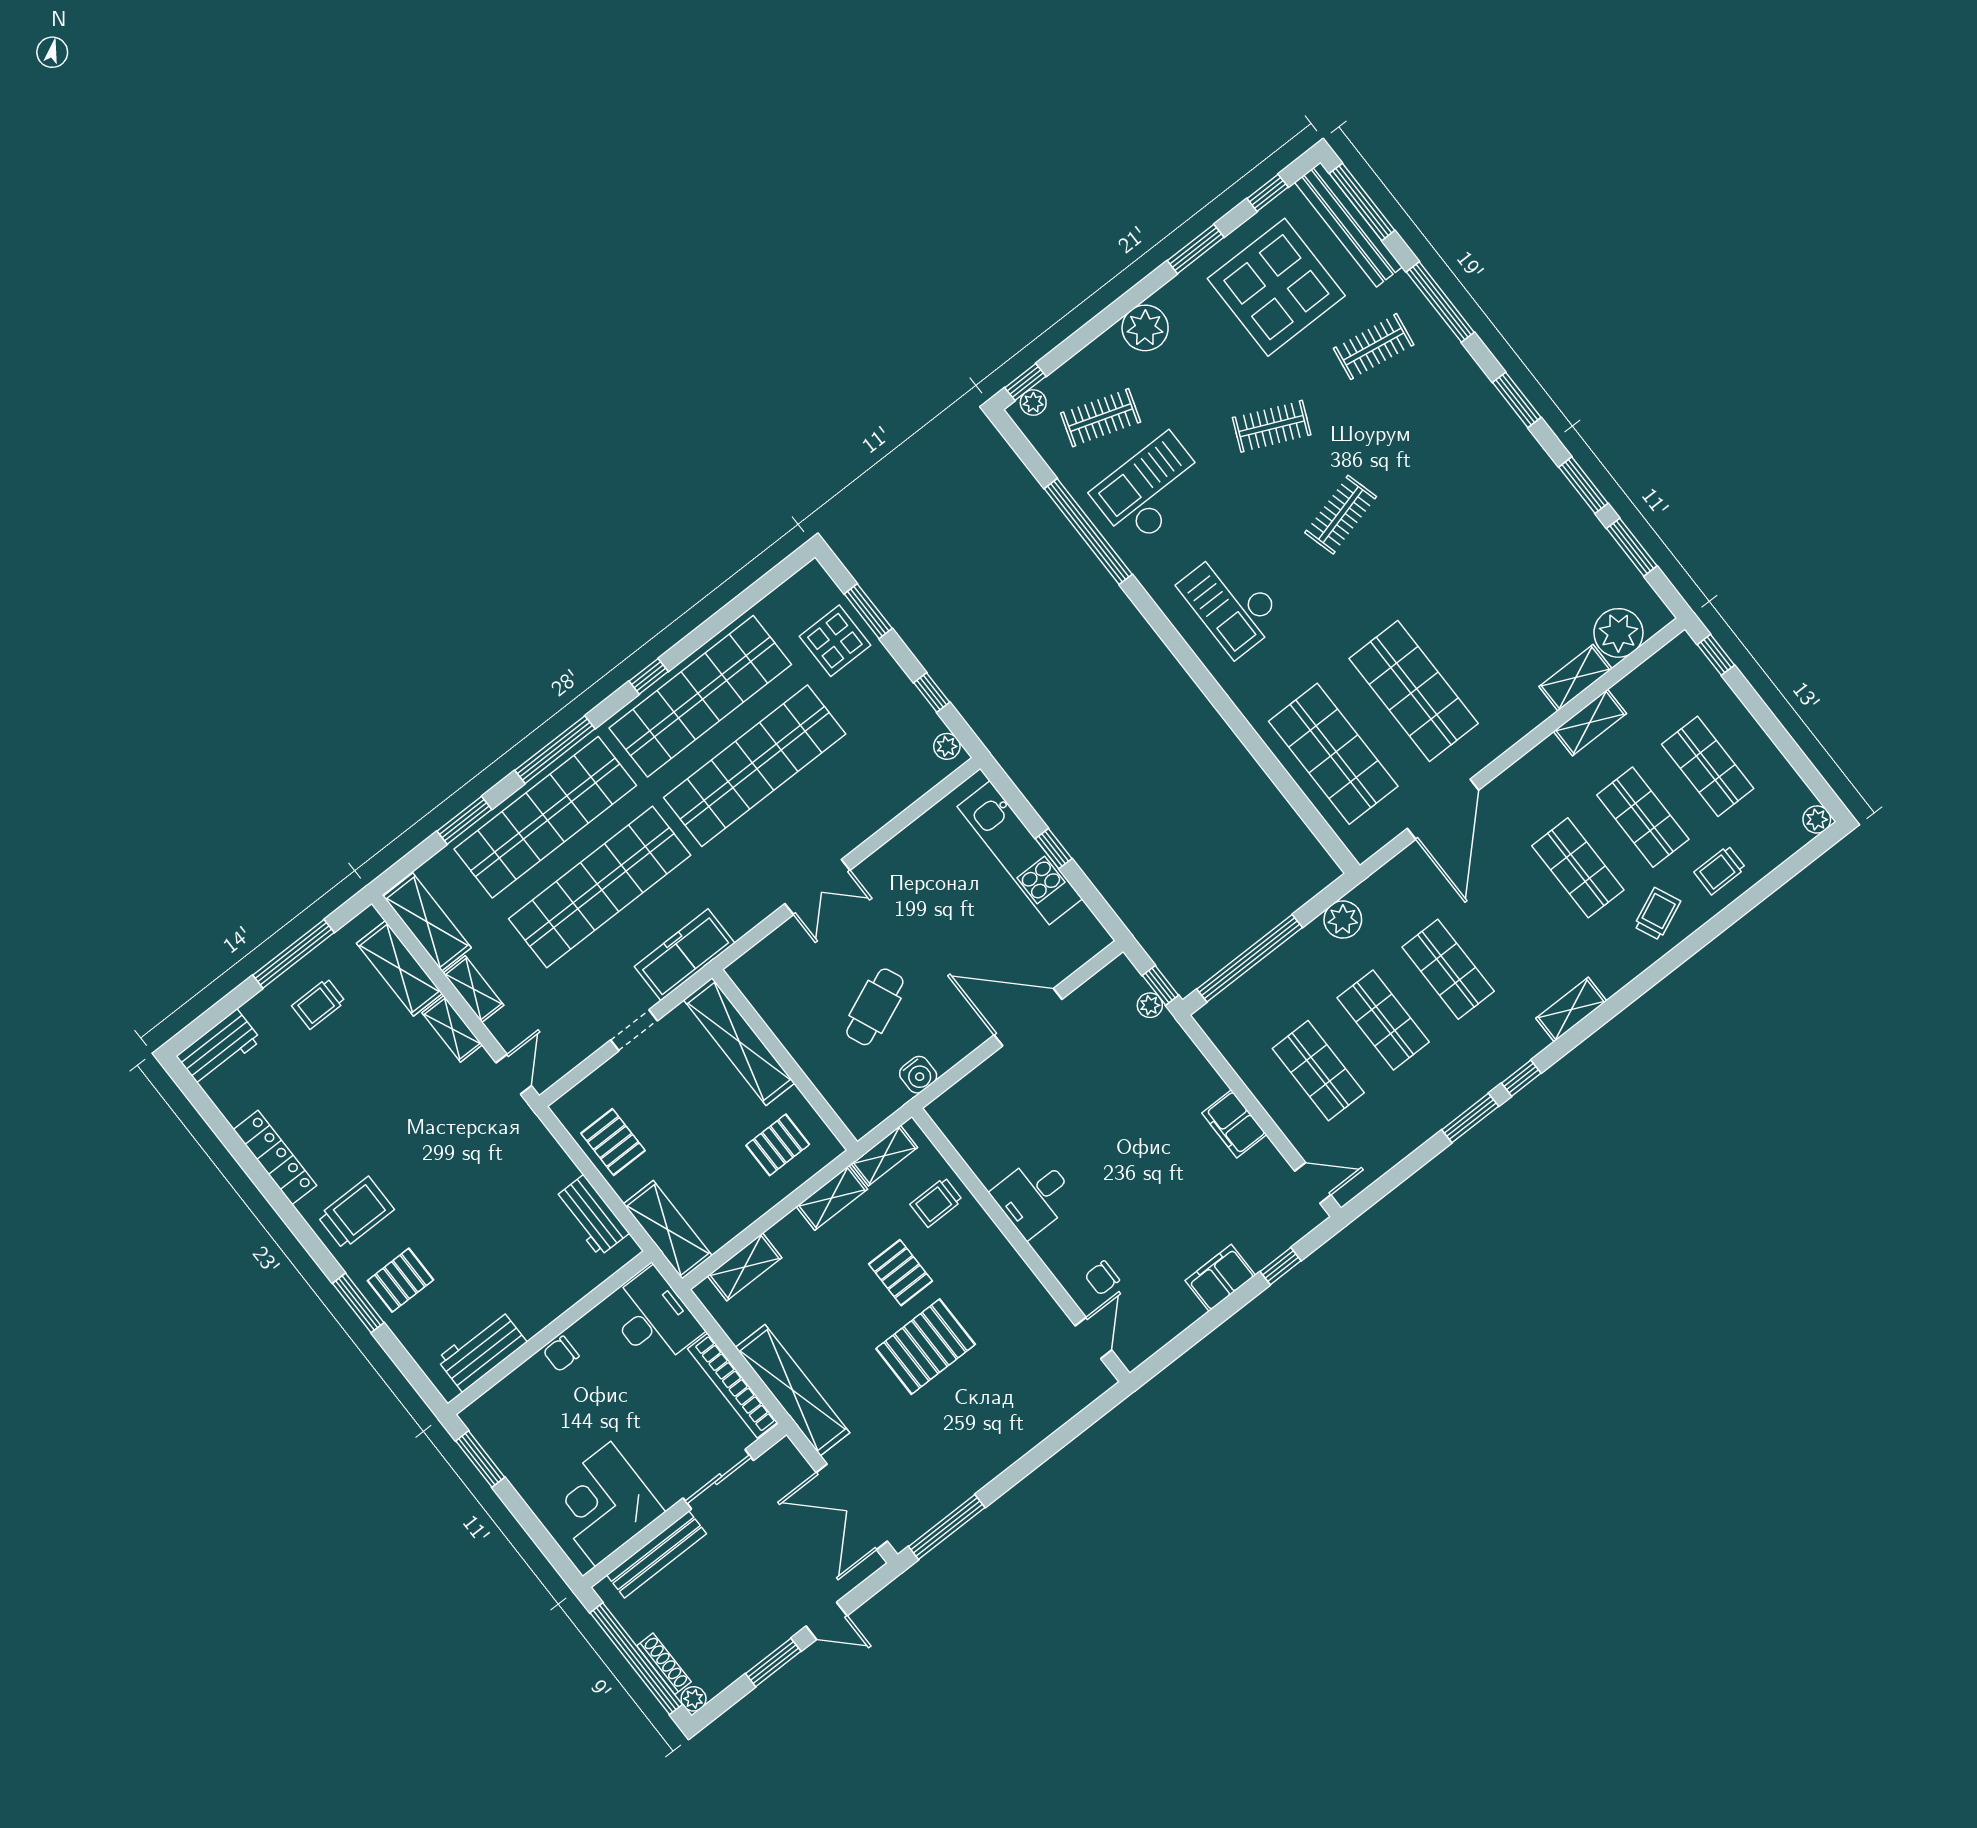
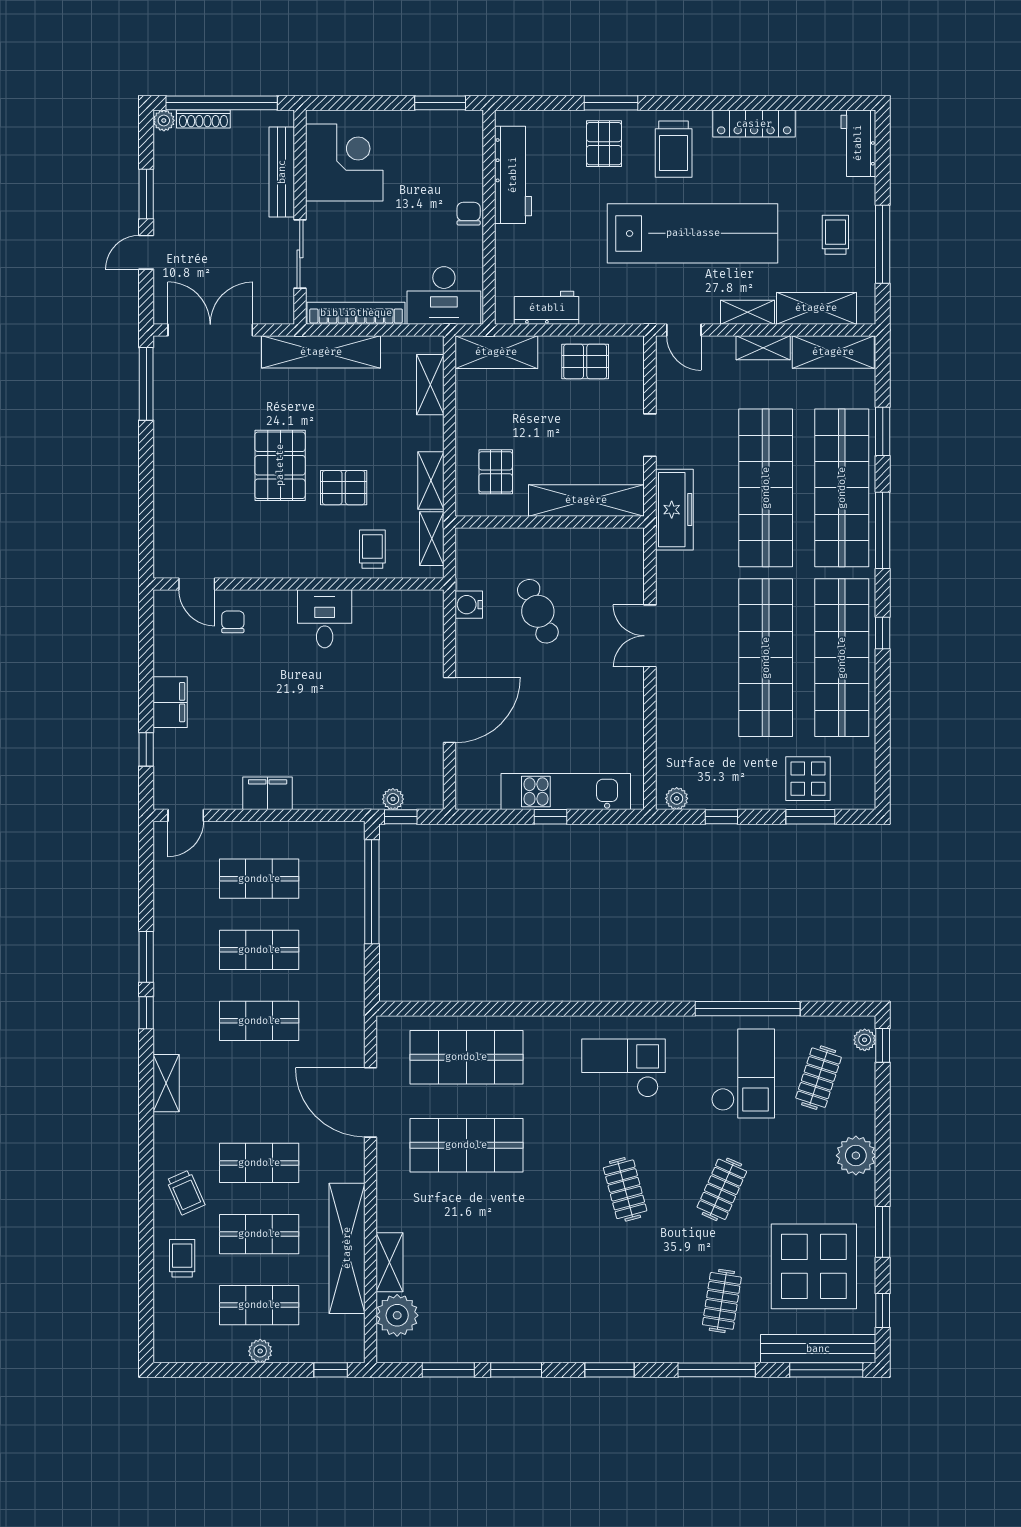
shelving: (1590, 722) -> (347, 1248), width x2.20, depth x1.33
plant: (1817, 819) -> (260, 1351), moved
plant: (1343, 919) -> (349, 976), removed
lab bench: (419, 1135) -> (693, 233), added
workbench: (482, 1351) -> (513, 175), width x1.38

